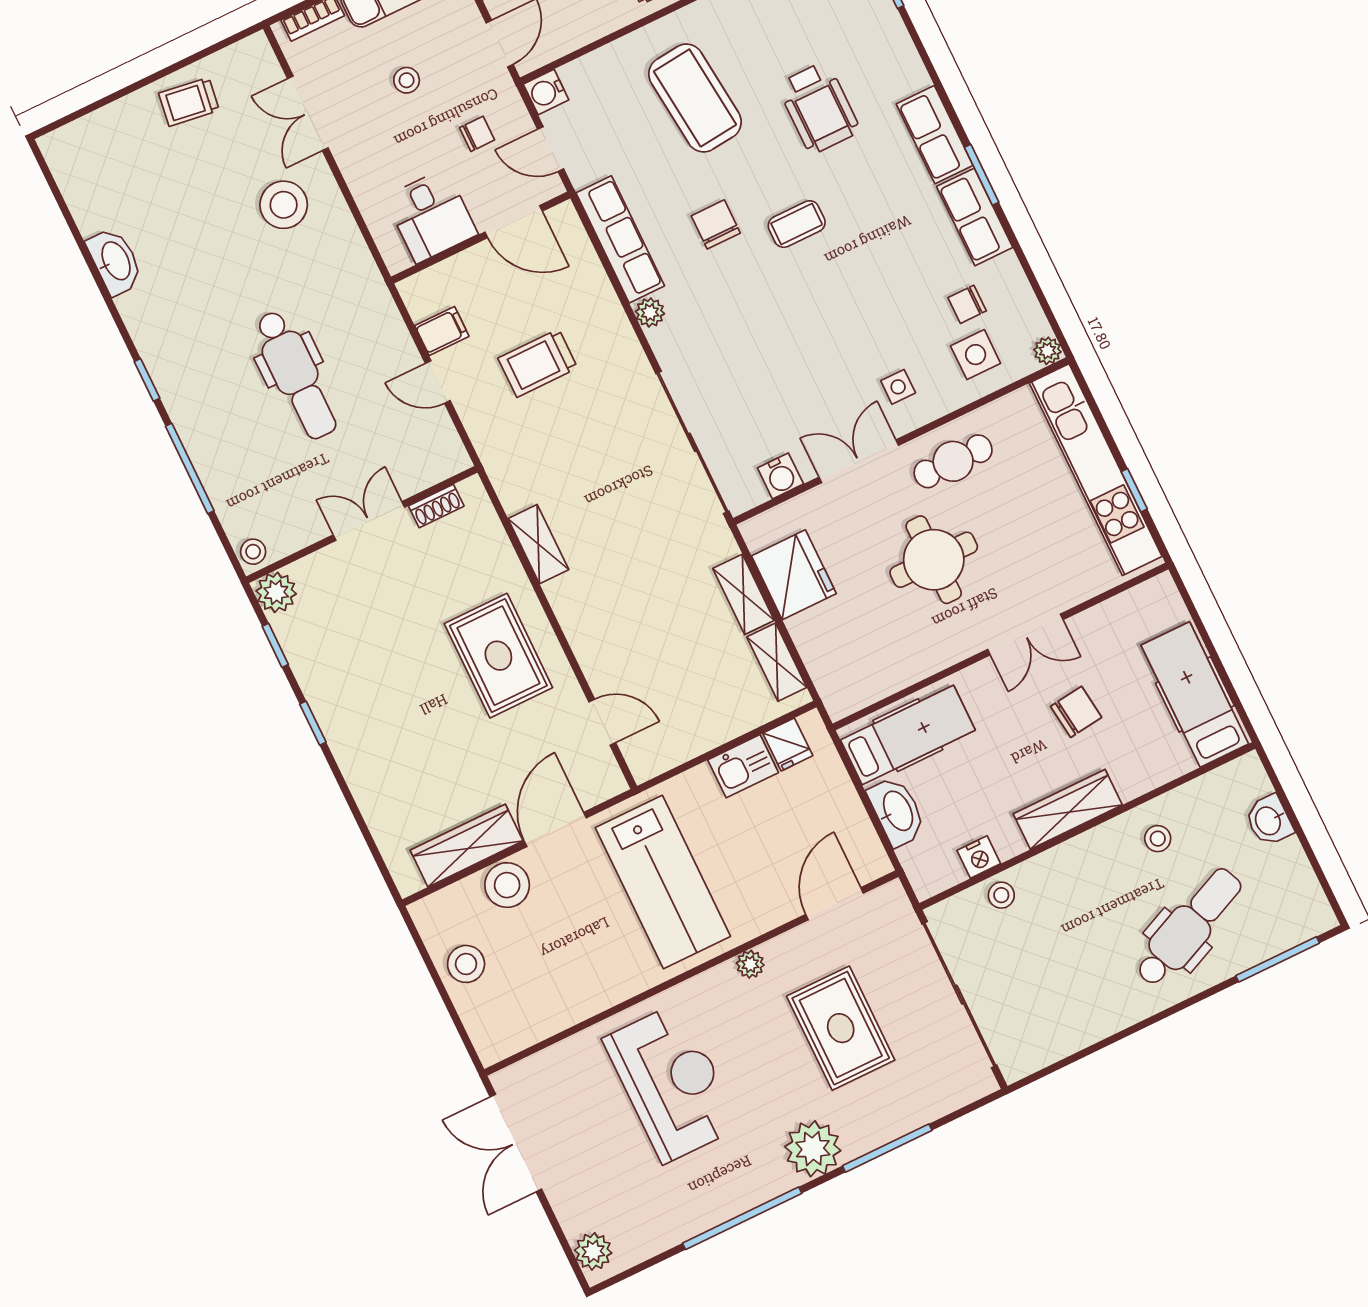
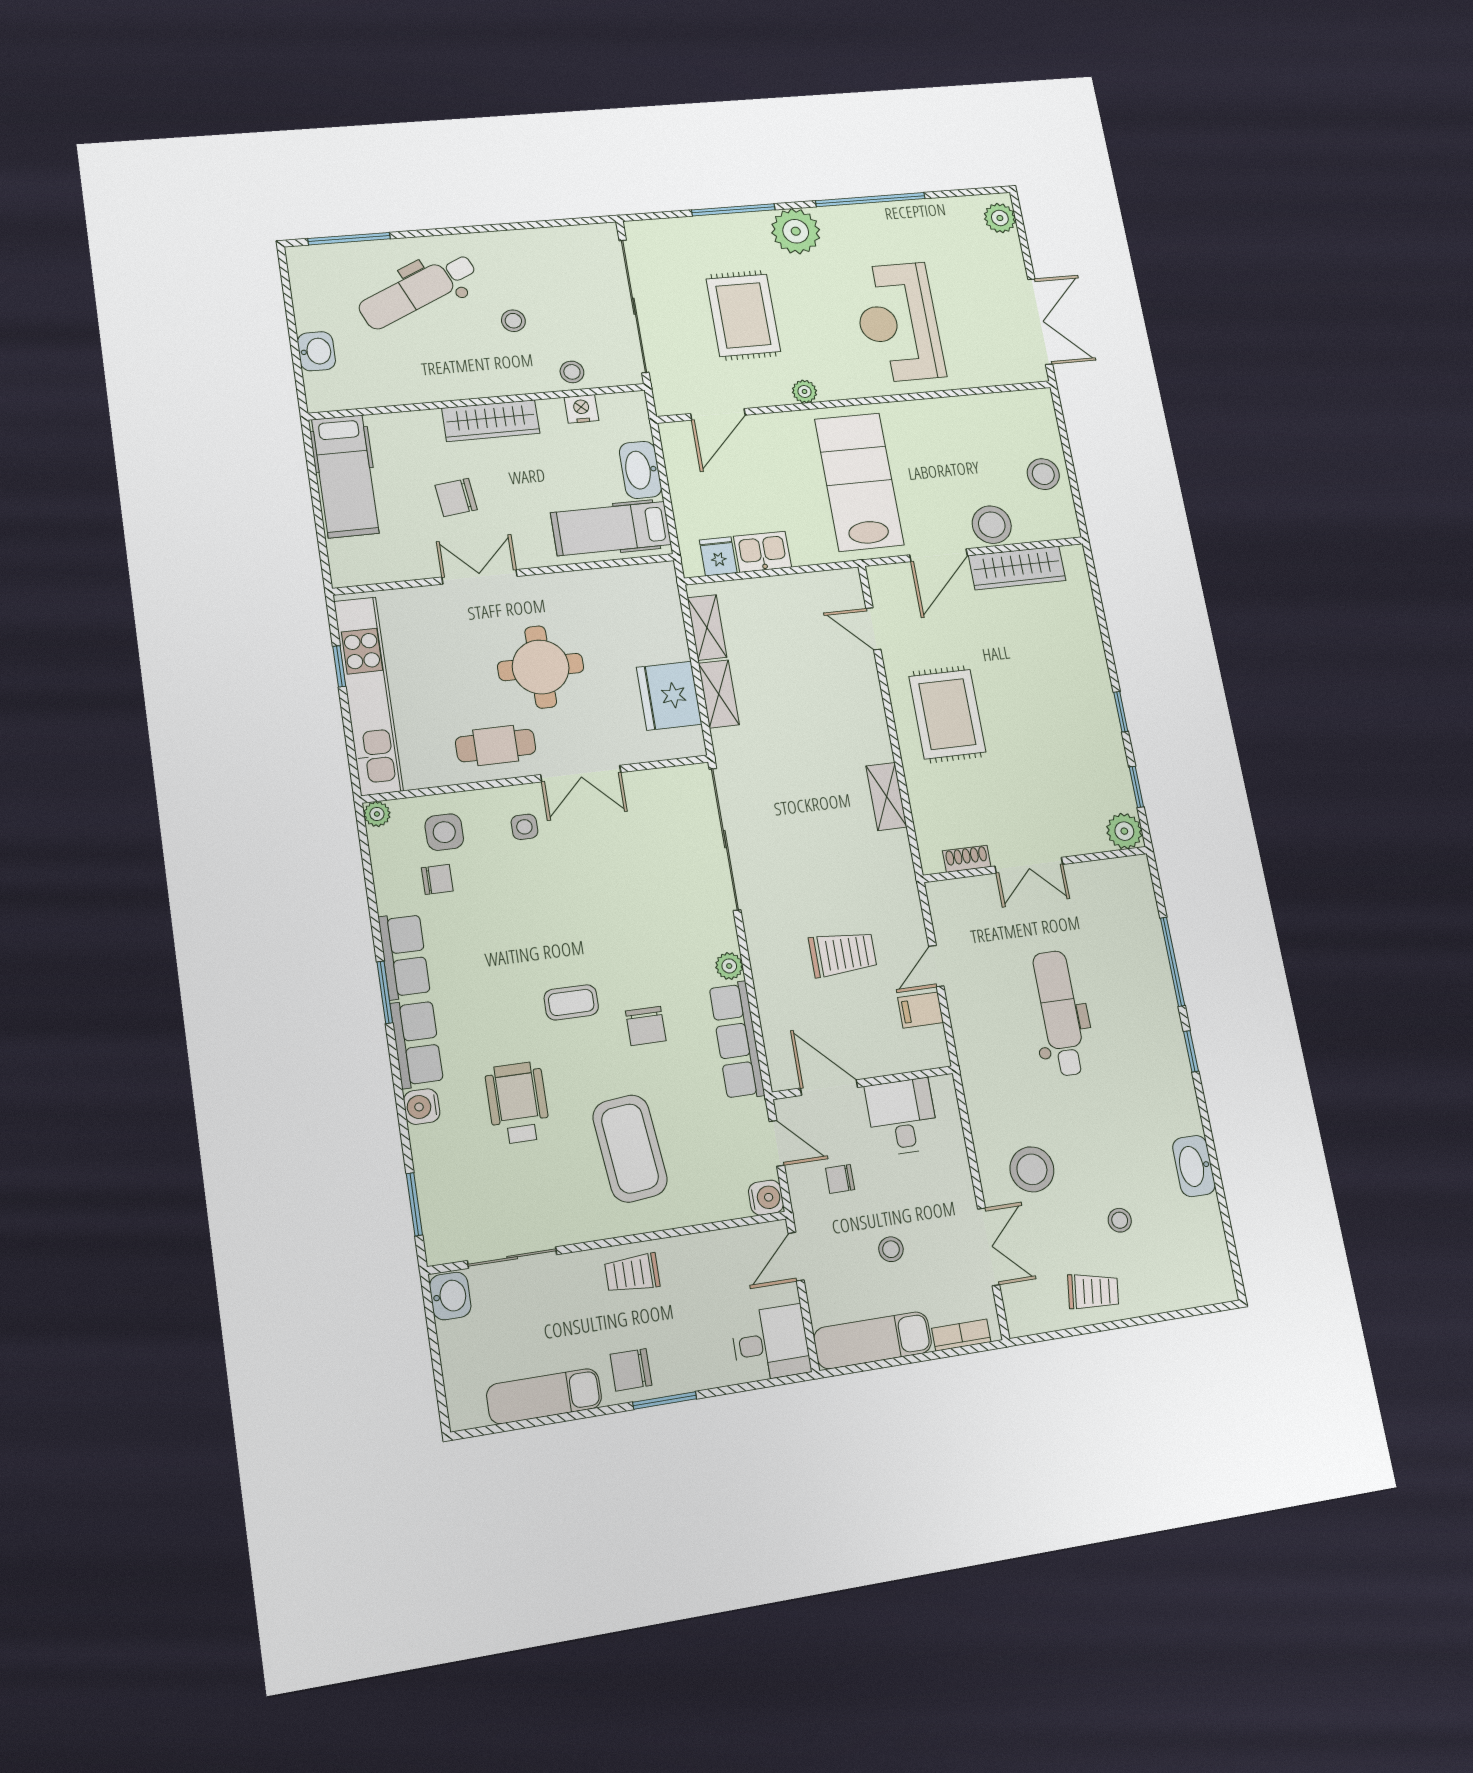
door: (438, 382) -> (936, 966), swing flipped
water cooler: (780, 476) -> (422, 1107), moved, turned -90
stool: (253, 552) -> (1120, 1220), moved
stool: (1158, 839) -> (513, 321), moved

